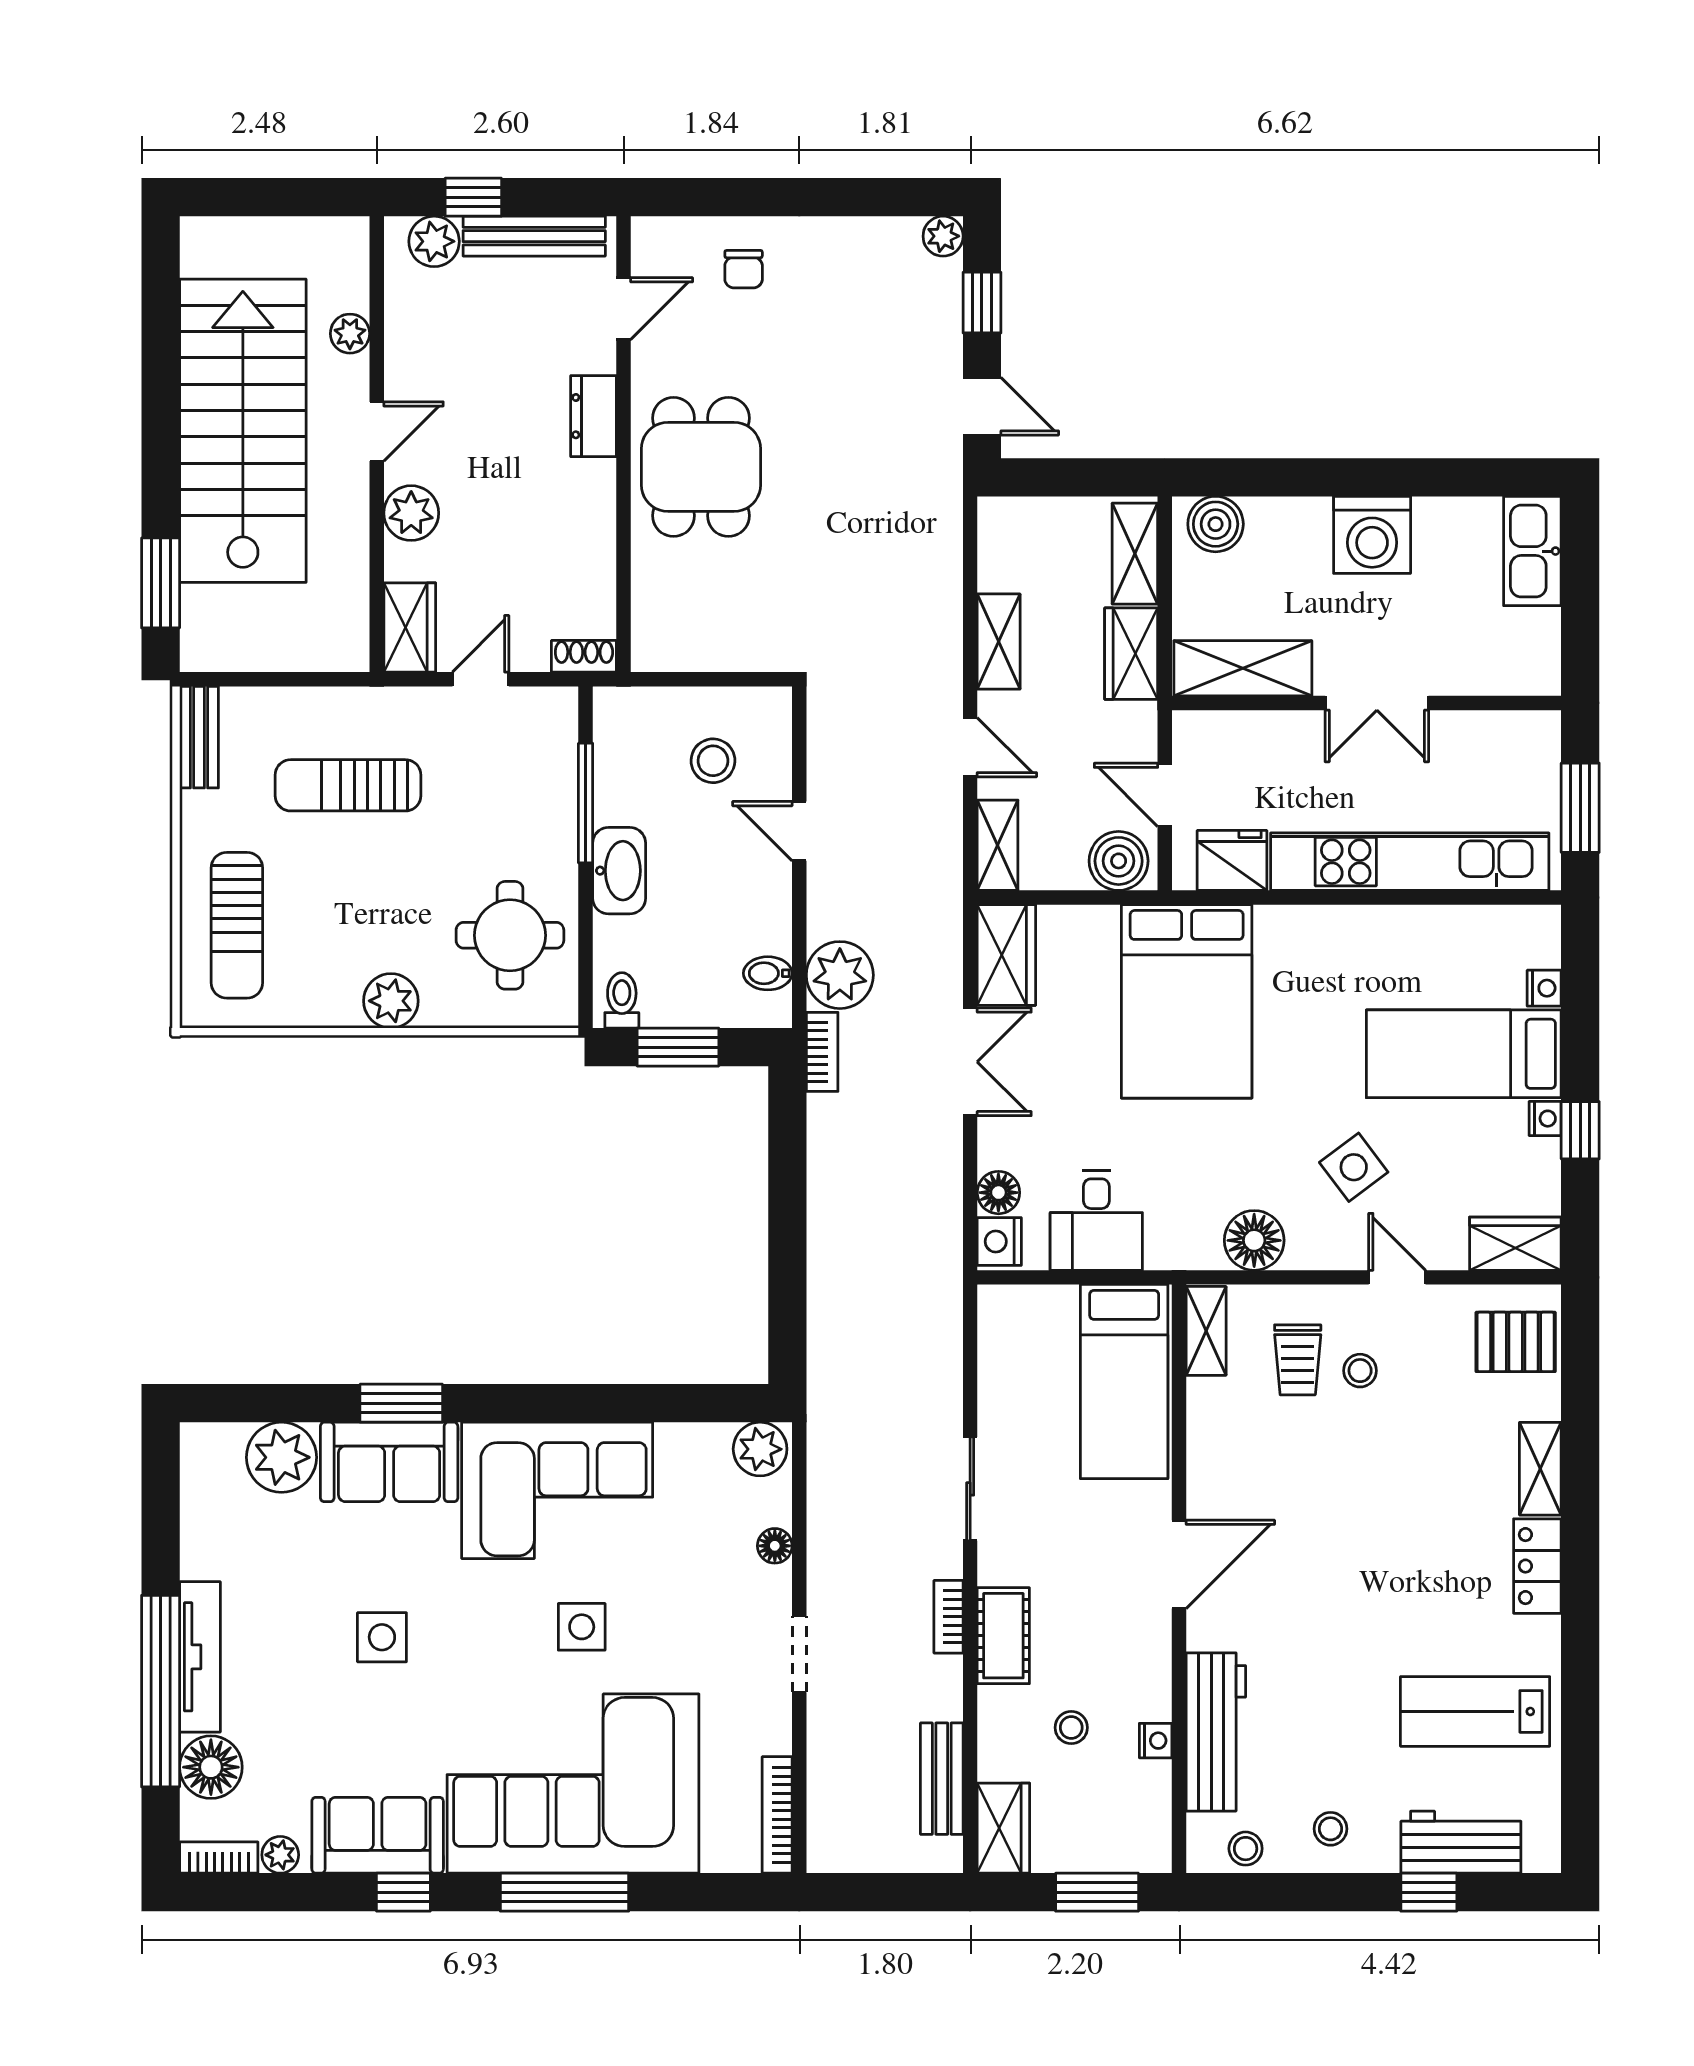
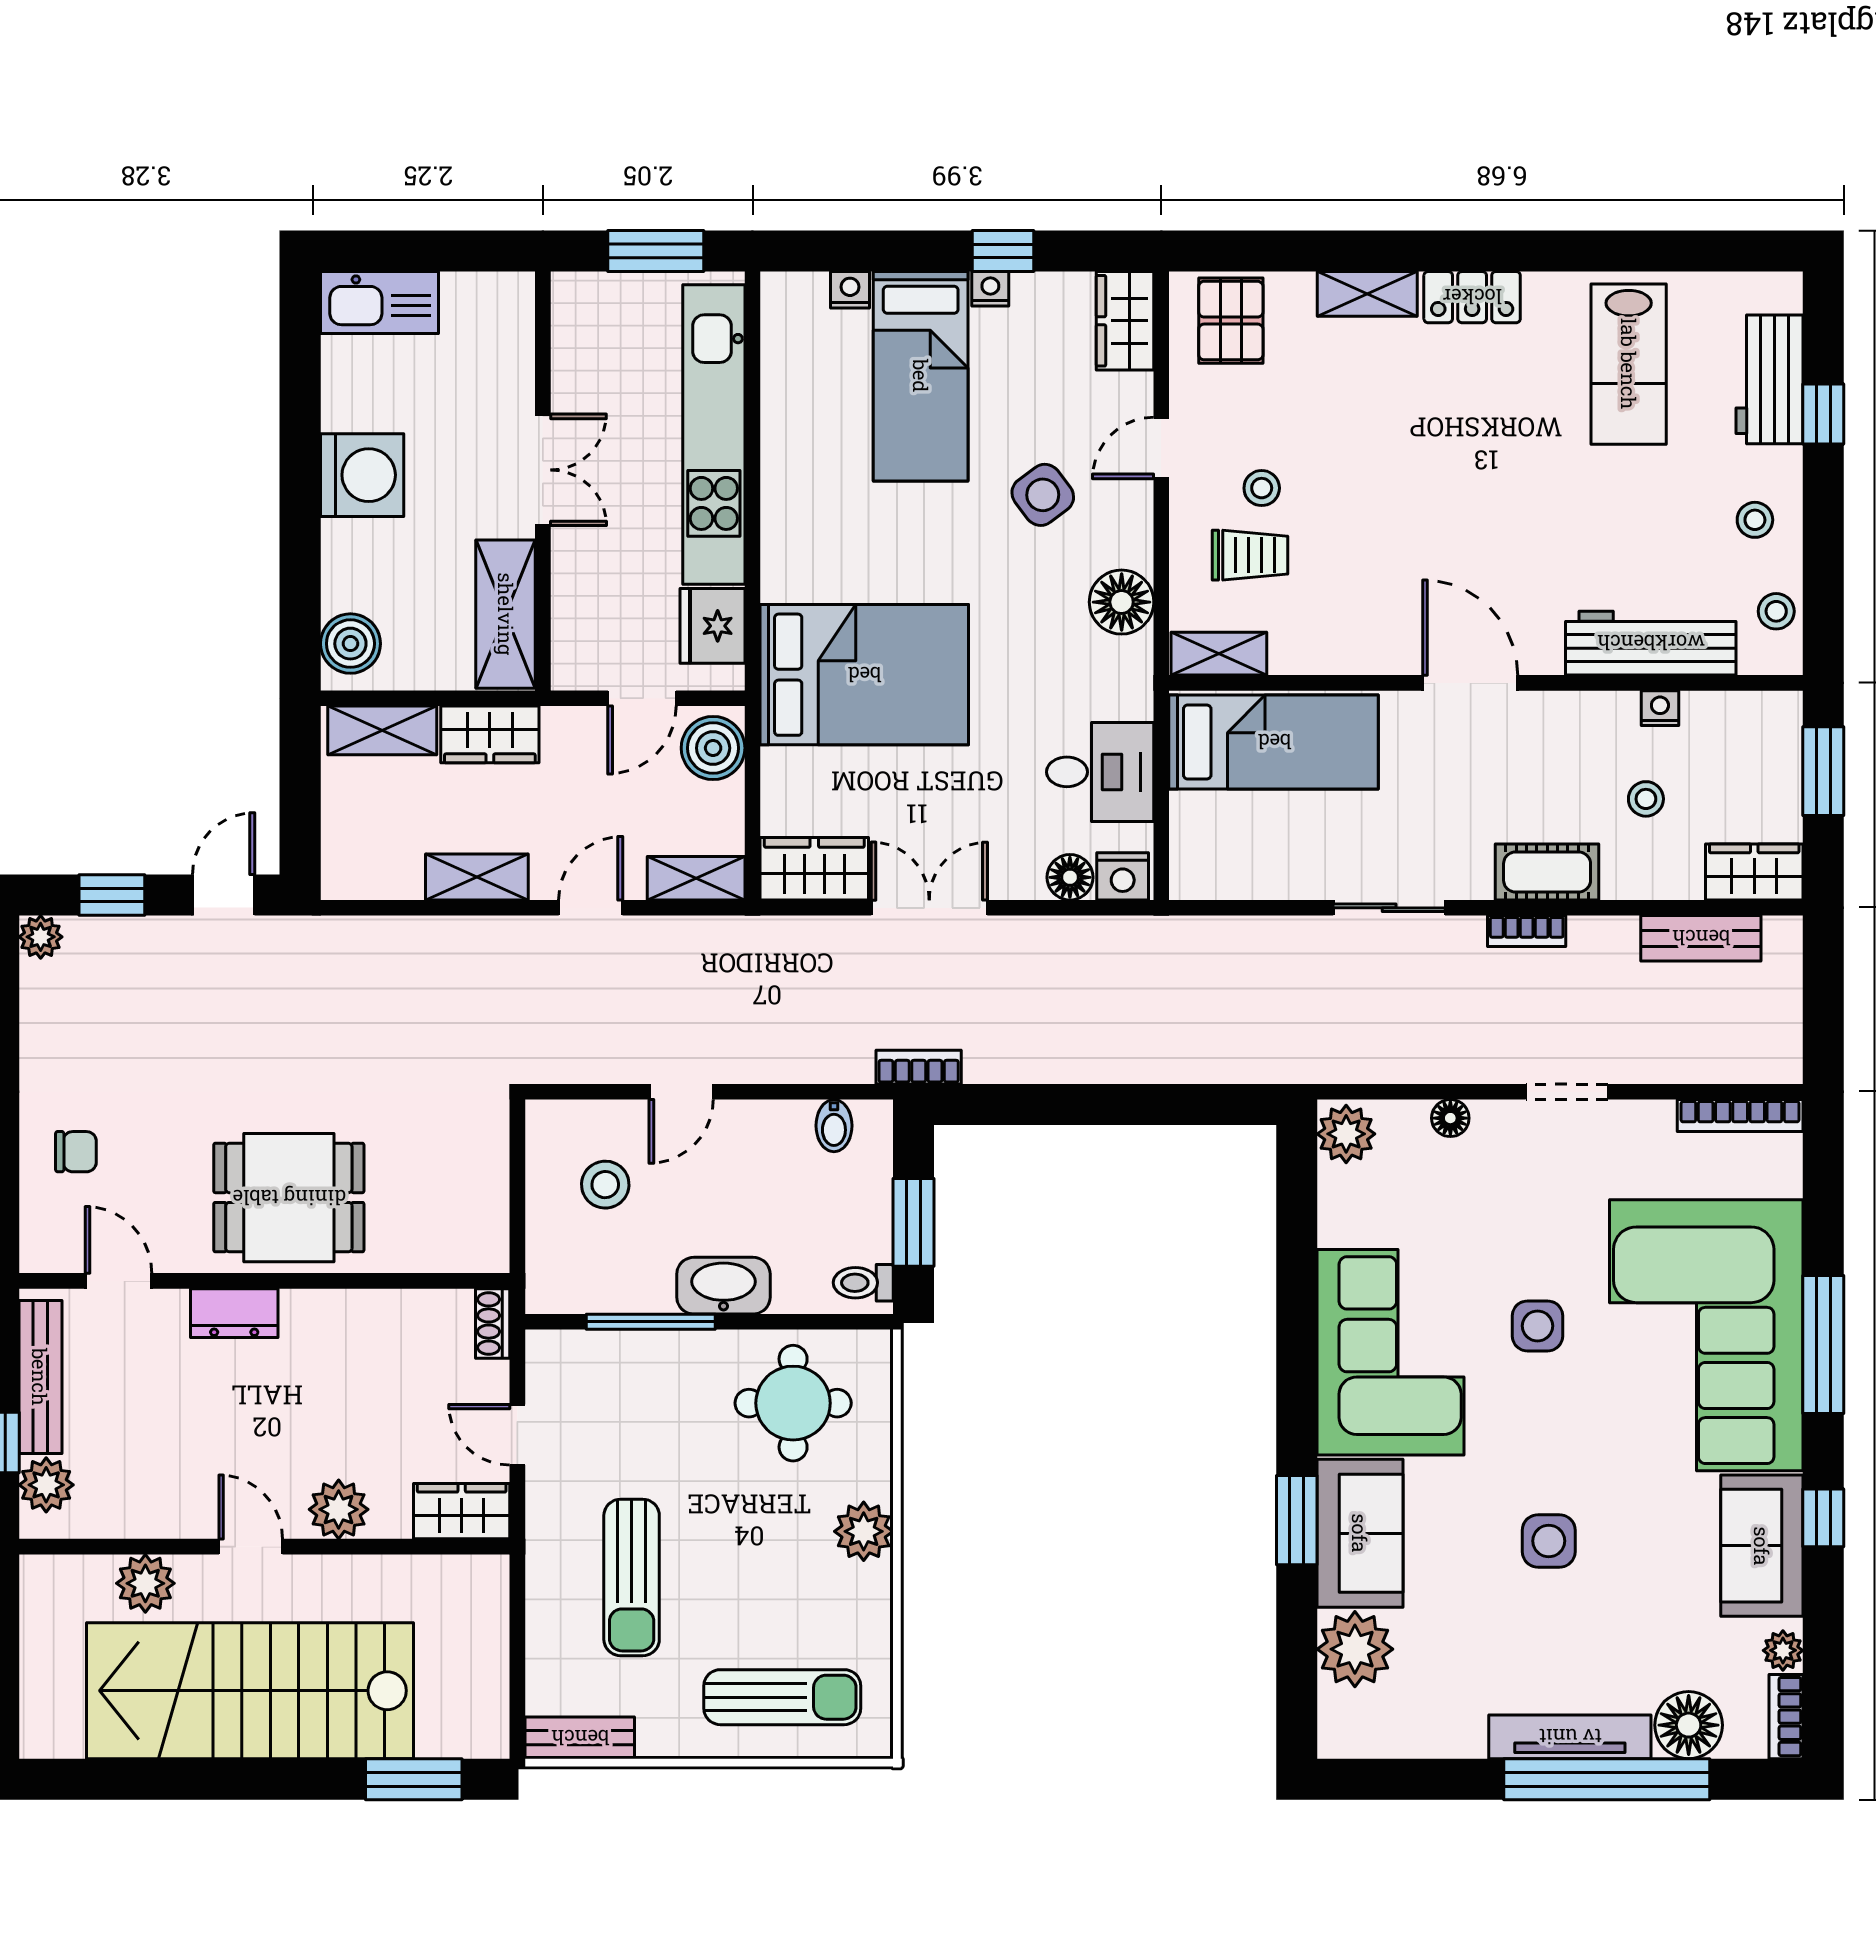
plant: (350, 334) -> (145, 1583), width x1.38, depth x1.38
plant: (840, 975) -> (836, 1048), removed

